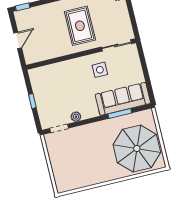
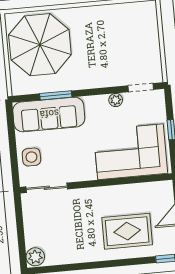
rug: (80, 26) -> (127, 231), moved, turned 90
side table: (100, 70) -> (31, 157), moved
corner sofa: (60, 81) -> (130, 152), added

